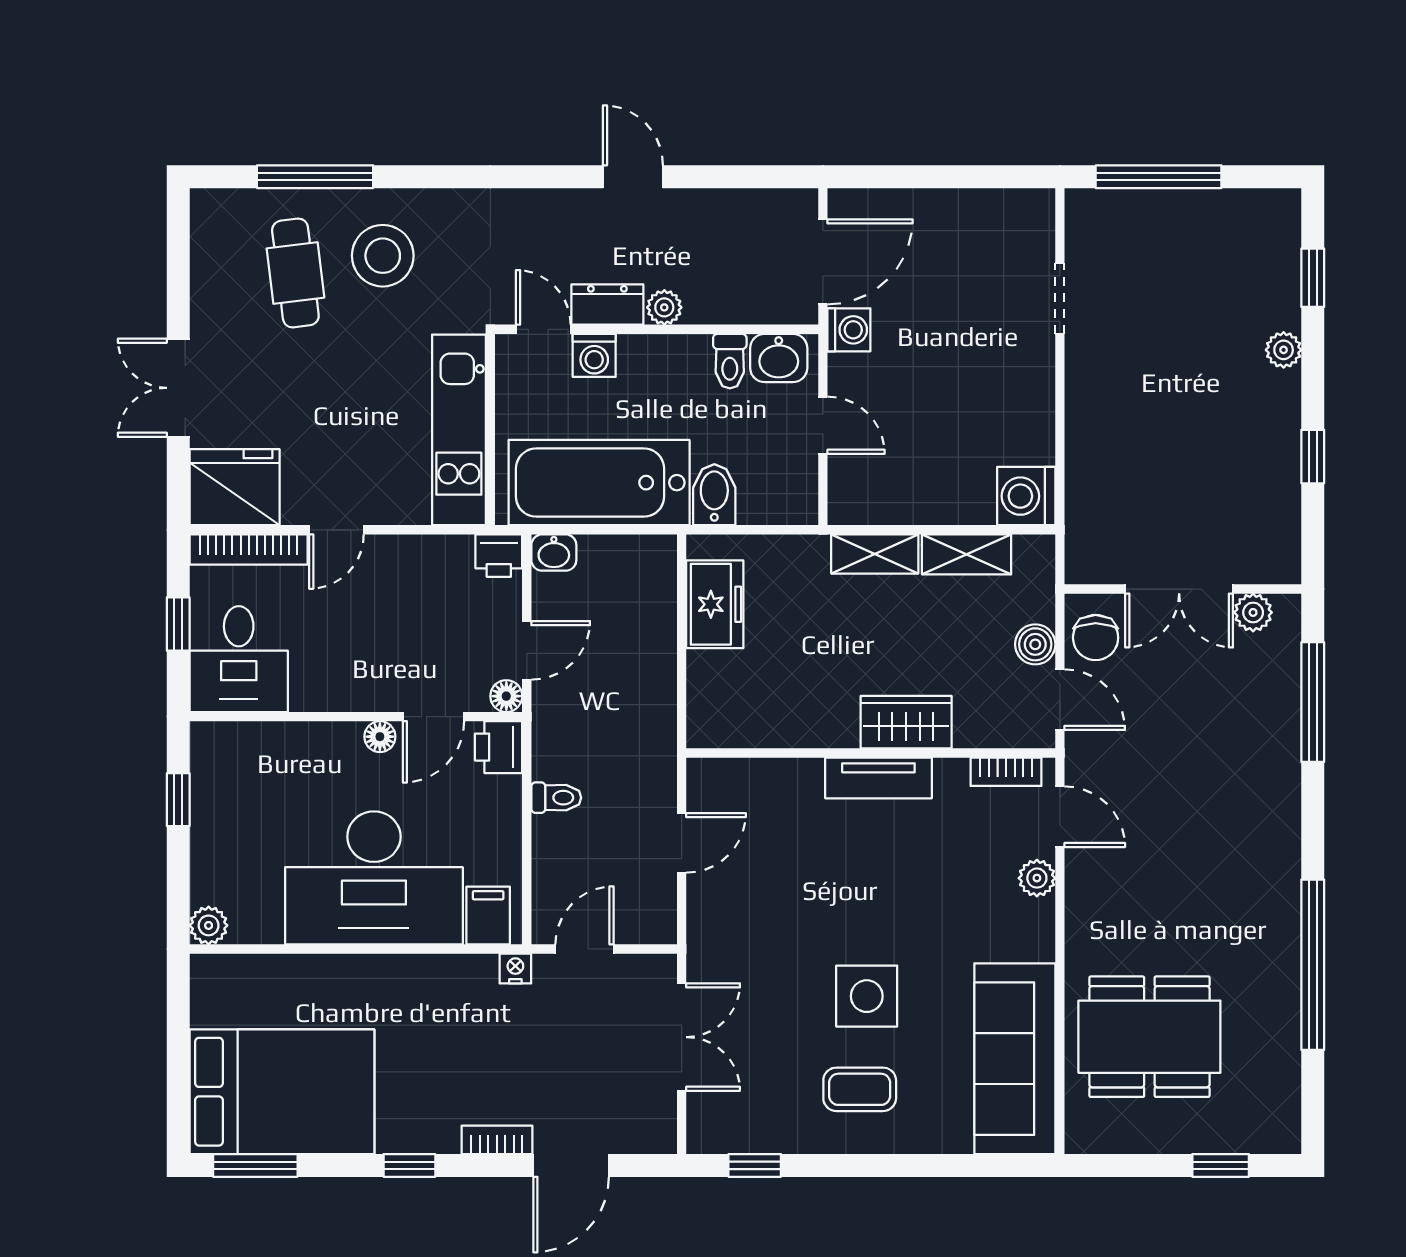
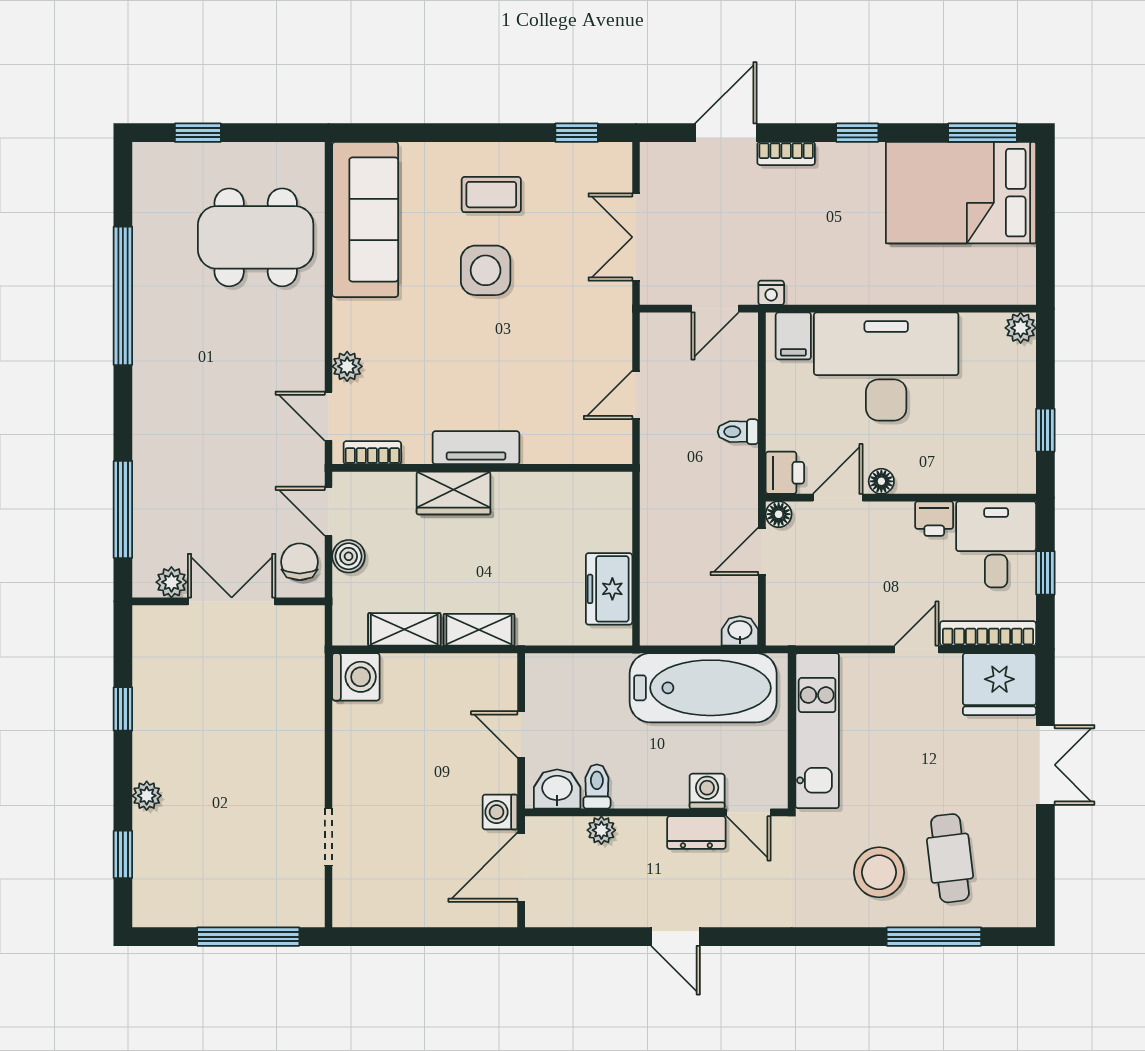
plant: (664, 307) -> (601, 830), moved
bidet: (714, 495) -> (609, 678), removed
printer: (499, 556) -> (934, 519), moved, turned 180

